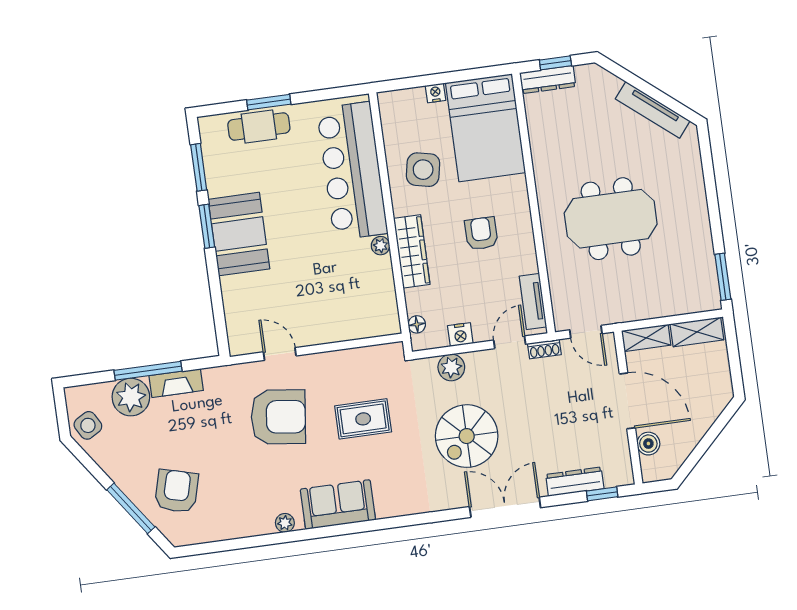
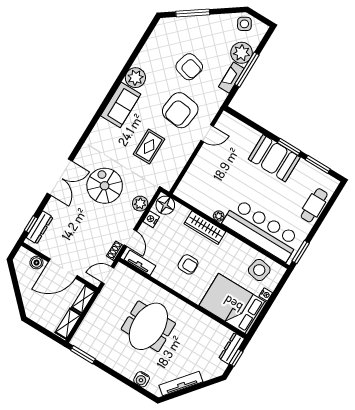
window: (269, 102) -> (301, 252), moved
water cooler: (691, 169) -> (142, 379), added
side table: (423, 170) -> (259, 270), moved
floor lamp: (417, 324) -> (165, 205), width x1.89, depth x1.89
dresser: (575, 482) -> (40, 227), moved
armchair: (177, 491) -> (189, 67), moved
plant: (285, 523) -> (135, 78), width x1.88, depth x1.88

